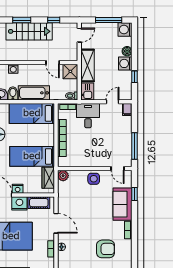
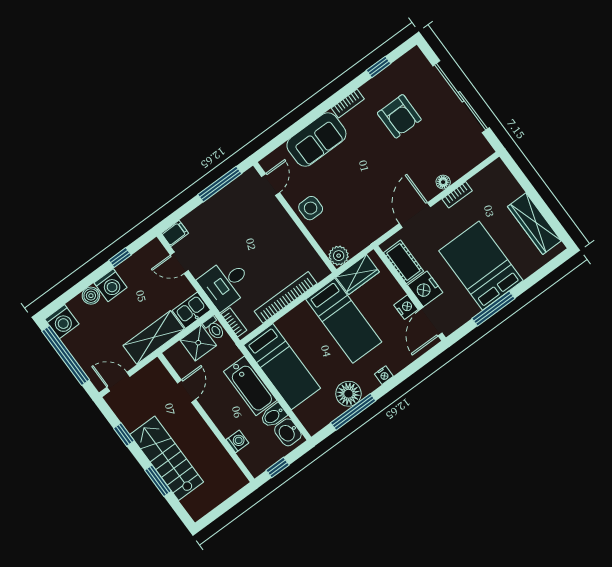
window: (109, 20) -> (66, 355), width x1.46
shower: (70, 71) -> (198, 343), moved
window: (135, 194) -> (379, 67), moved
armchair: (106, 249) -> (399, 116), turned 180

